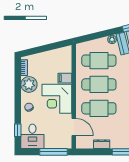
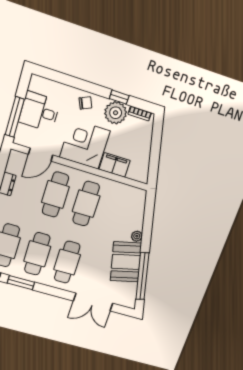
cafe table: (99, 61) -> (116, 213), removed
filing cabinet: (65, 78) -> (115, 165), width x2.00
window: (18, 130) -> (119, 97), moved
desk: (32, 136) -> (39, 112), moved

